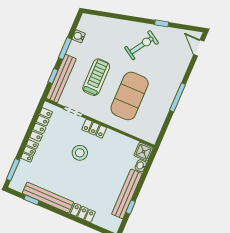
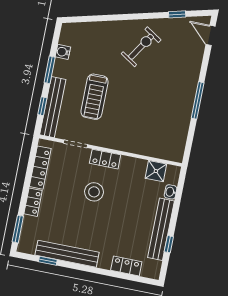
window: (162, 23) -> (177, 14), moved
treadmill: (96, 77) -> (94, 97), turned 180
exercise mat: (130, 96) -> (139, 111), removed
shower: (144, 152) -> (156, 171), moved
locker: (83, 213) -> (126, 266), moved

